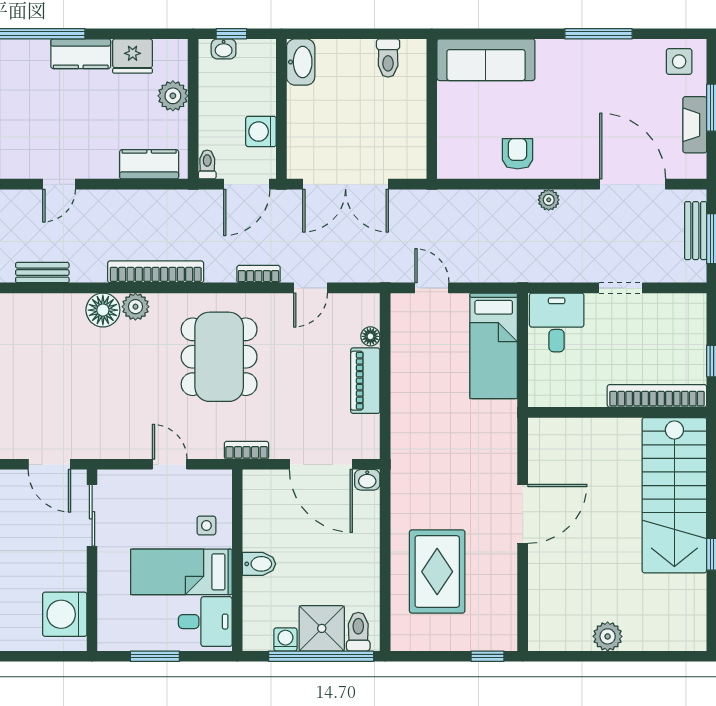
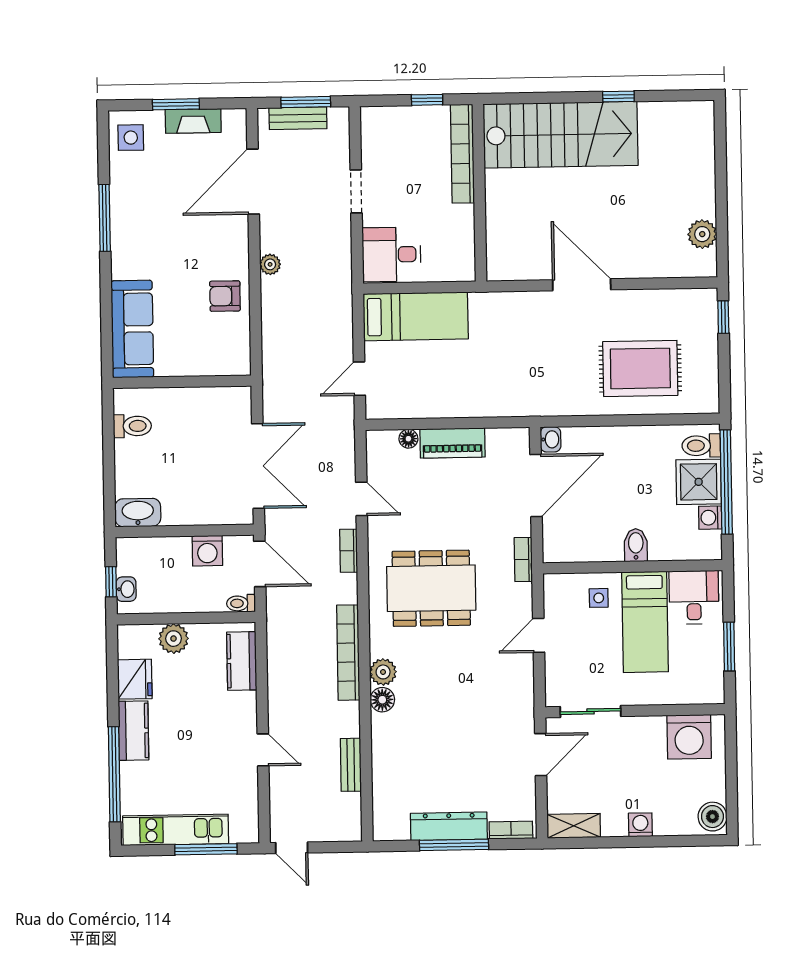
floor lamp: (103, 310) -> (382, 700), width x0.73, depth x0.73
plant: (608, 636) -> (702, 234), moved

